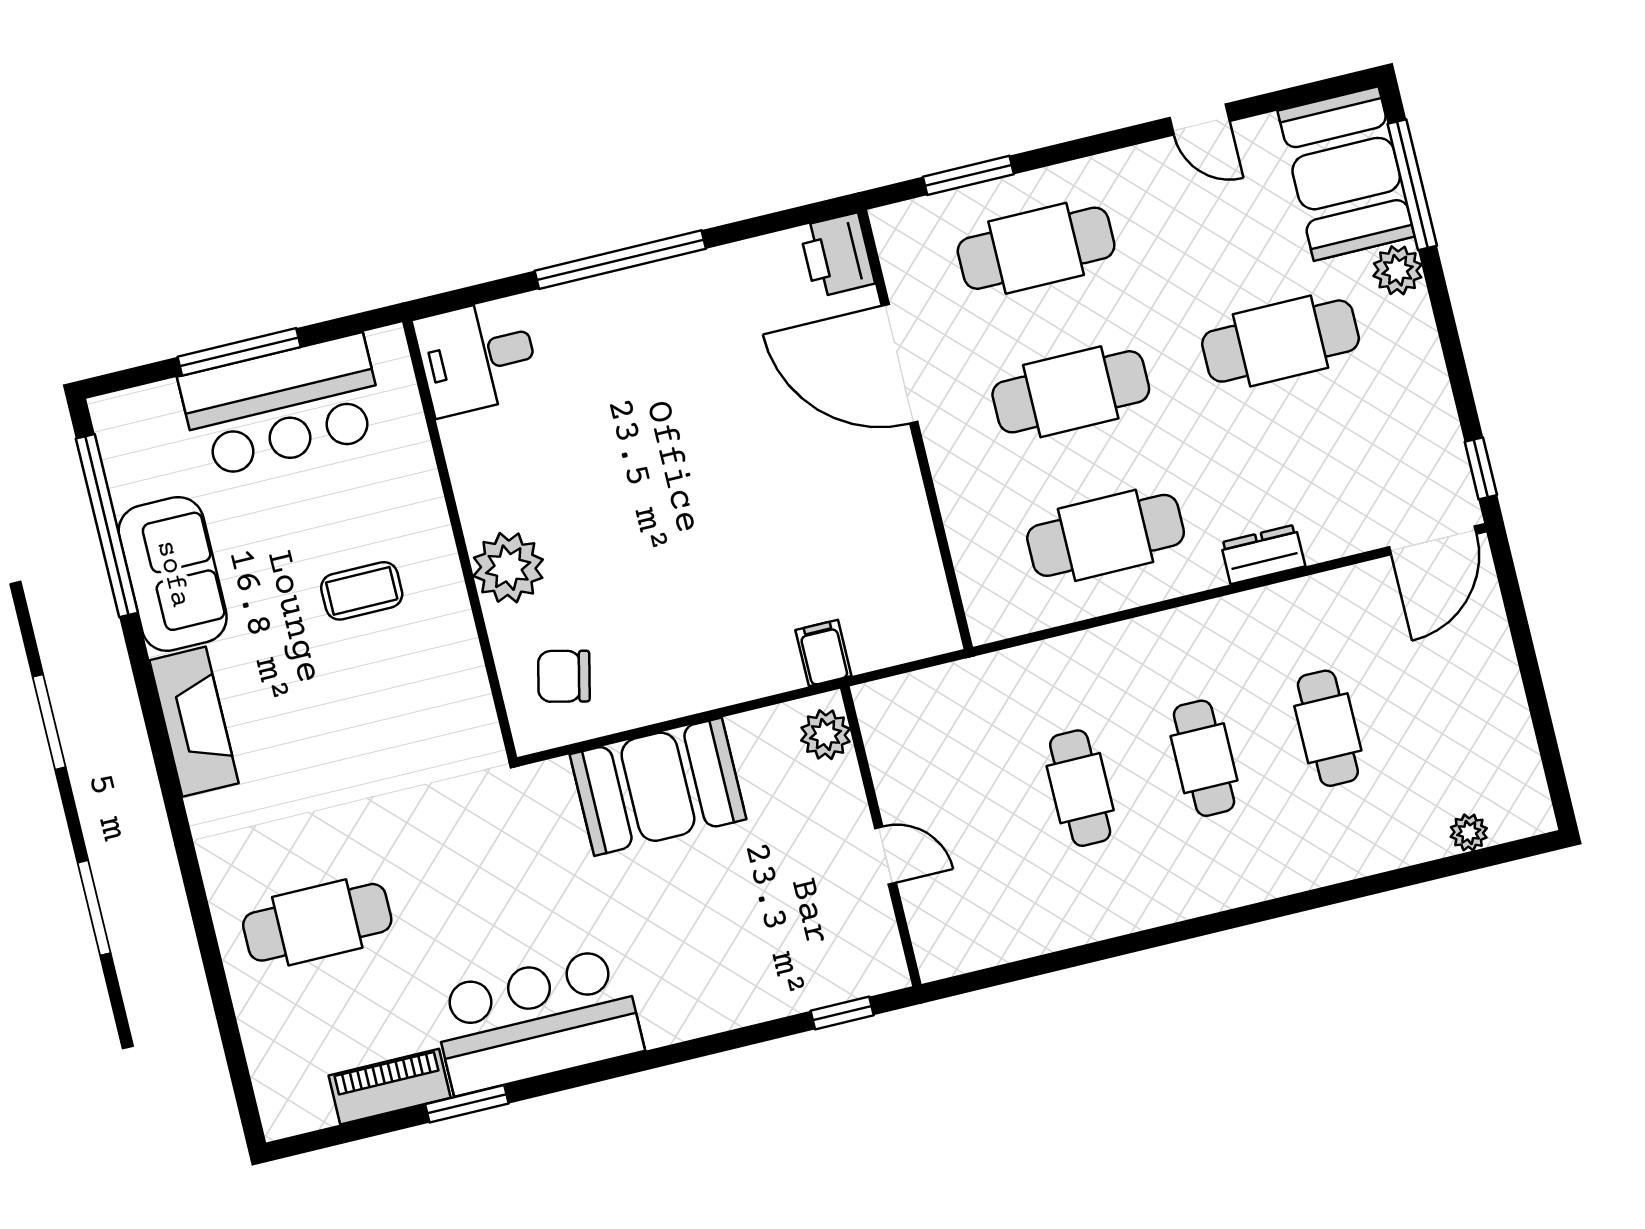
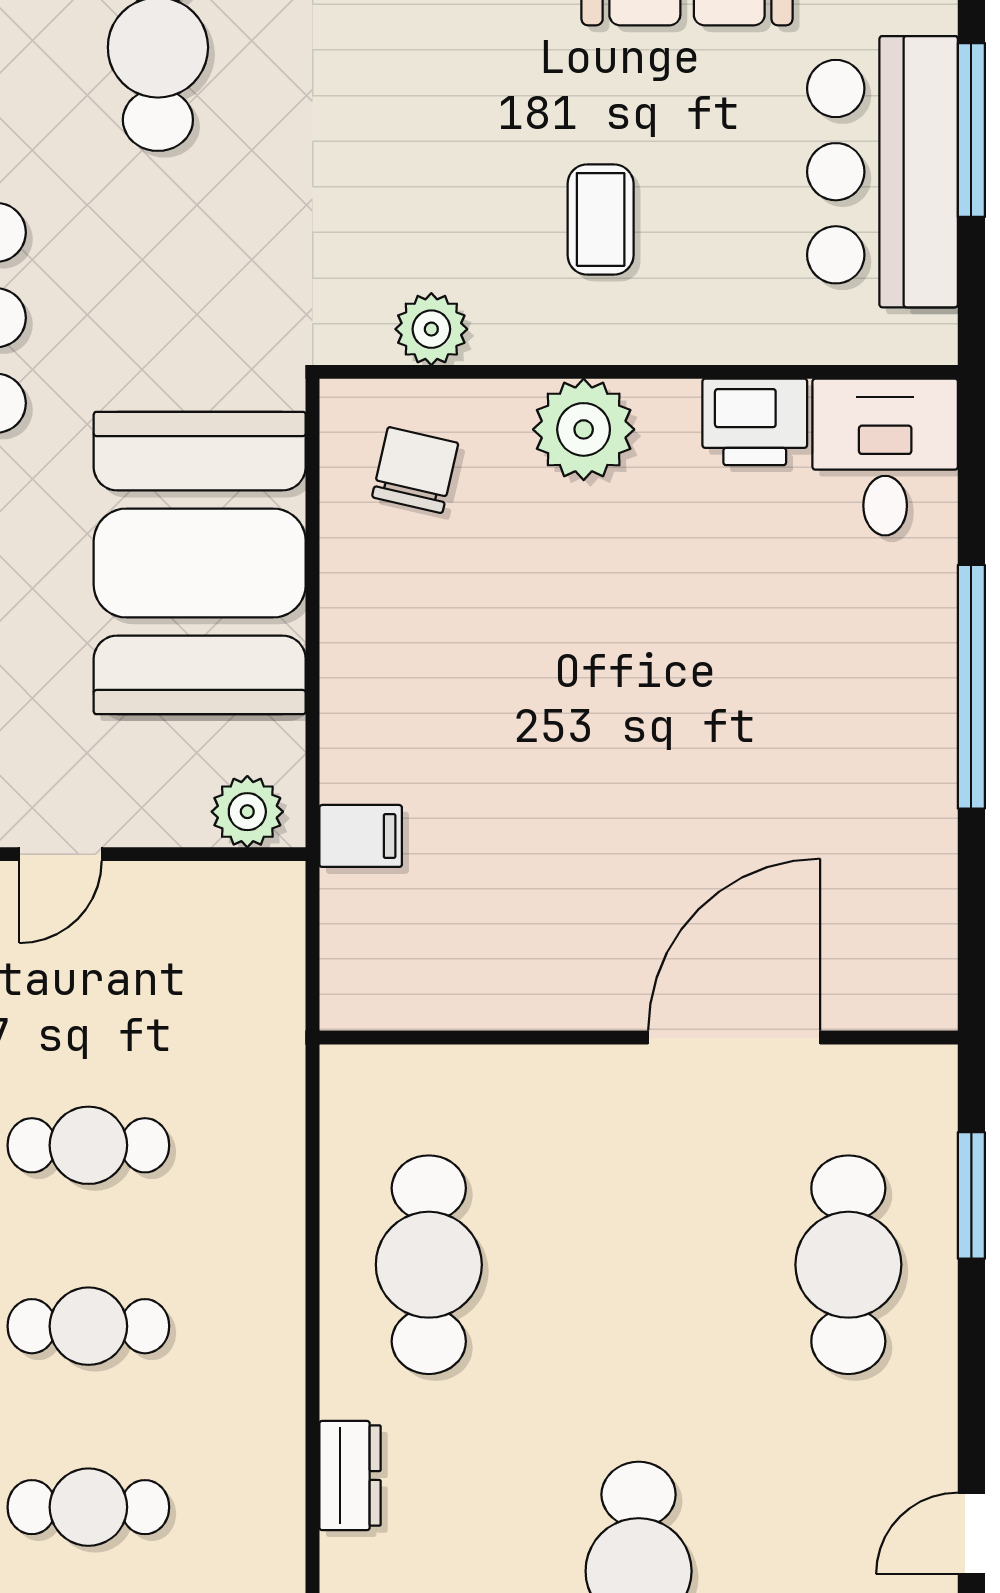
printer: (837, 255) -> (755, 422), moved, turned 180
cafe table: (1071, 392) -> (639, 1265), removed
plant: (465, 689) -> (431, 329), added
booth: (658, 787) -> (200, 563), width x1.36, depth x1.42

